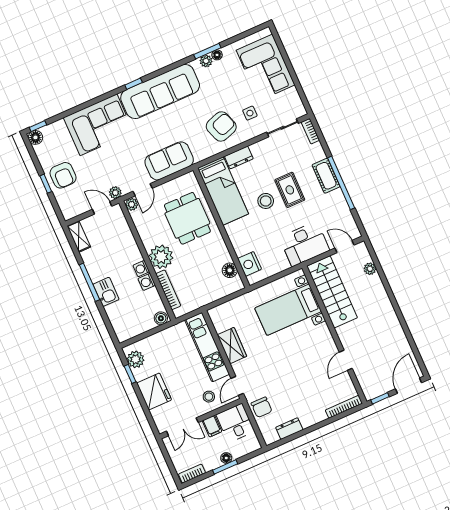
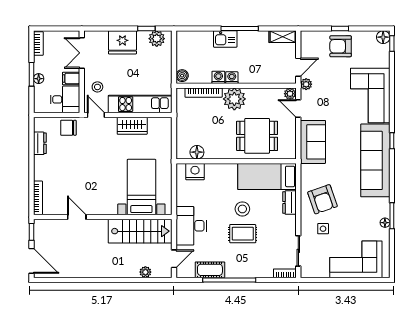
plant: (206, 61) -> (384, 211), removed
cot: (326, 176) -> (210, 270), moved

